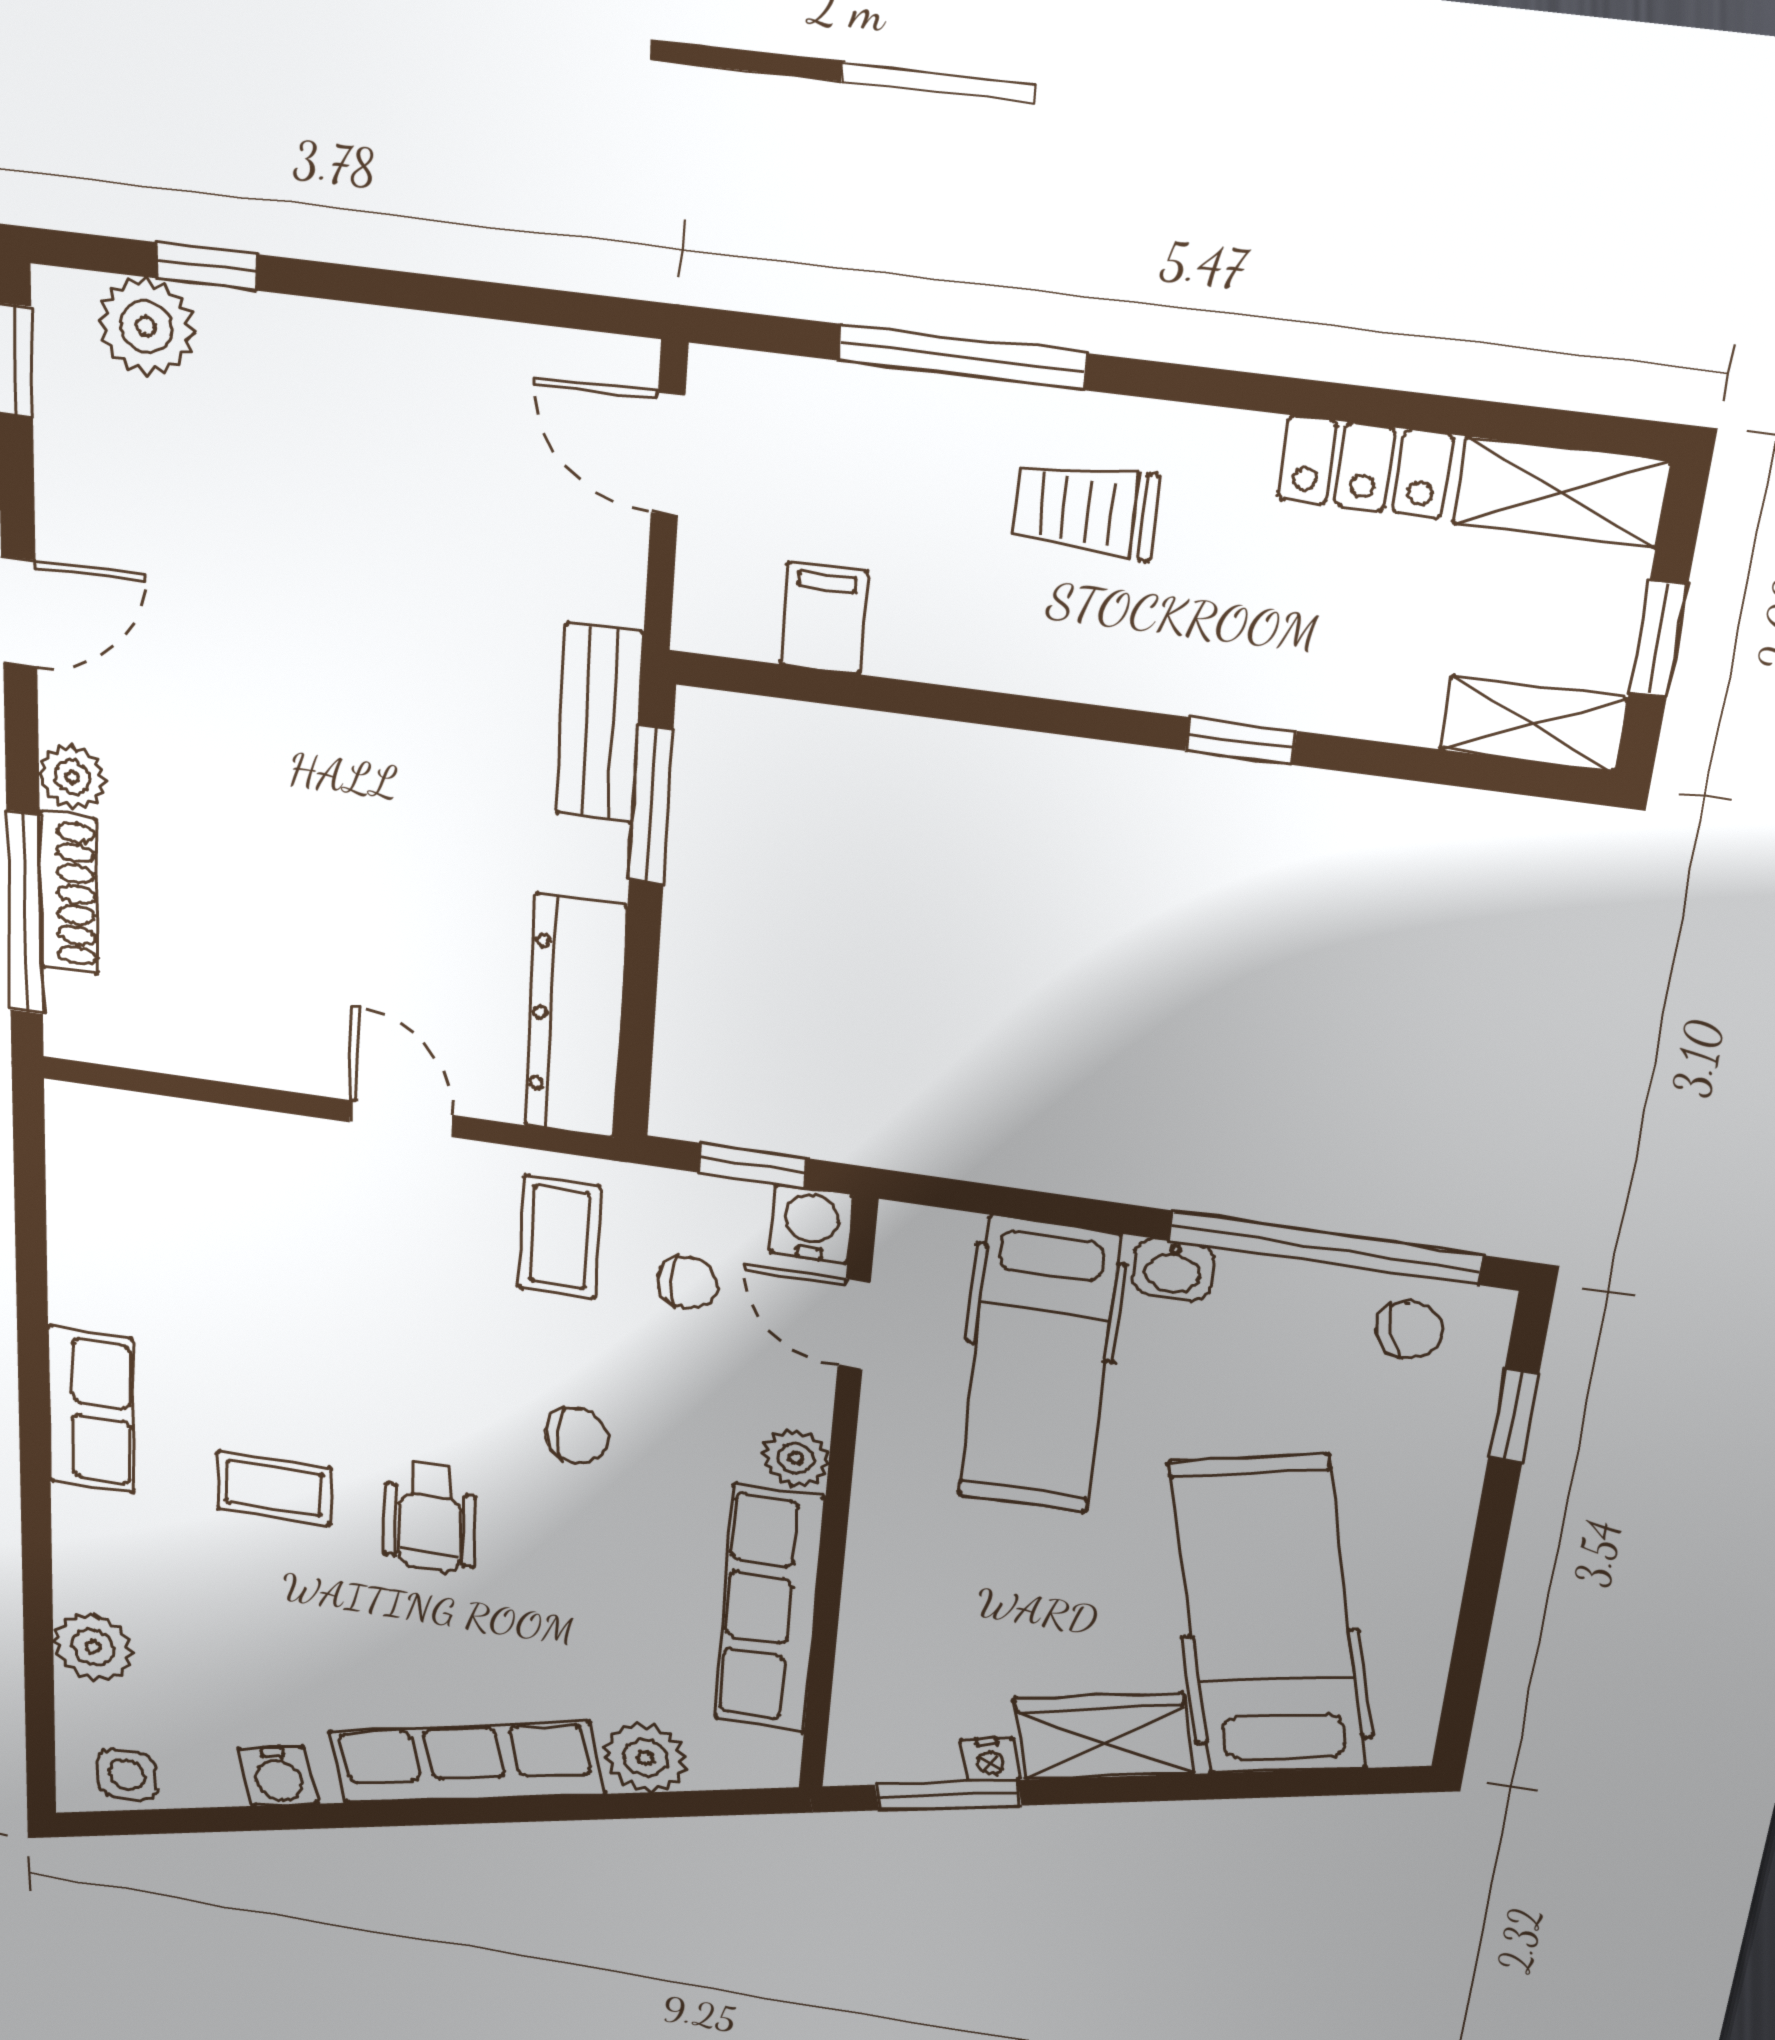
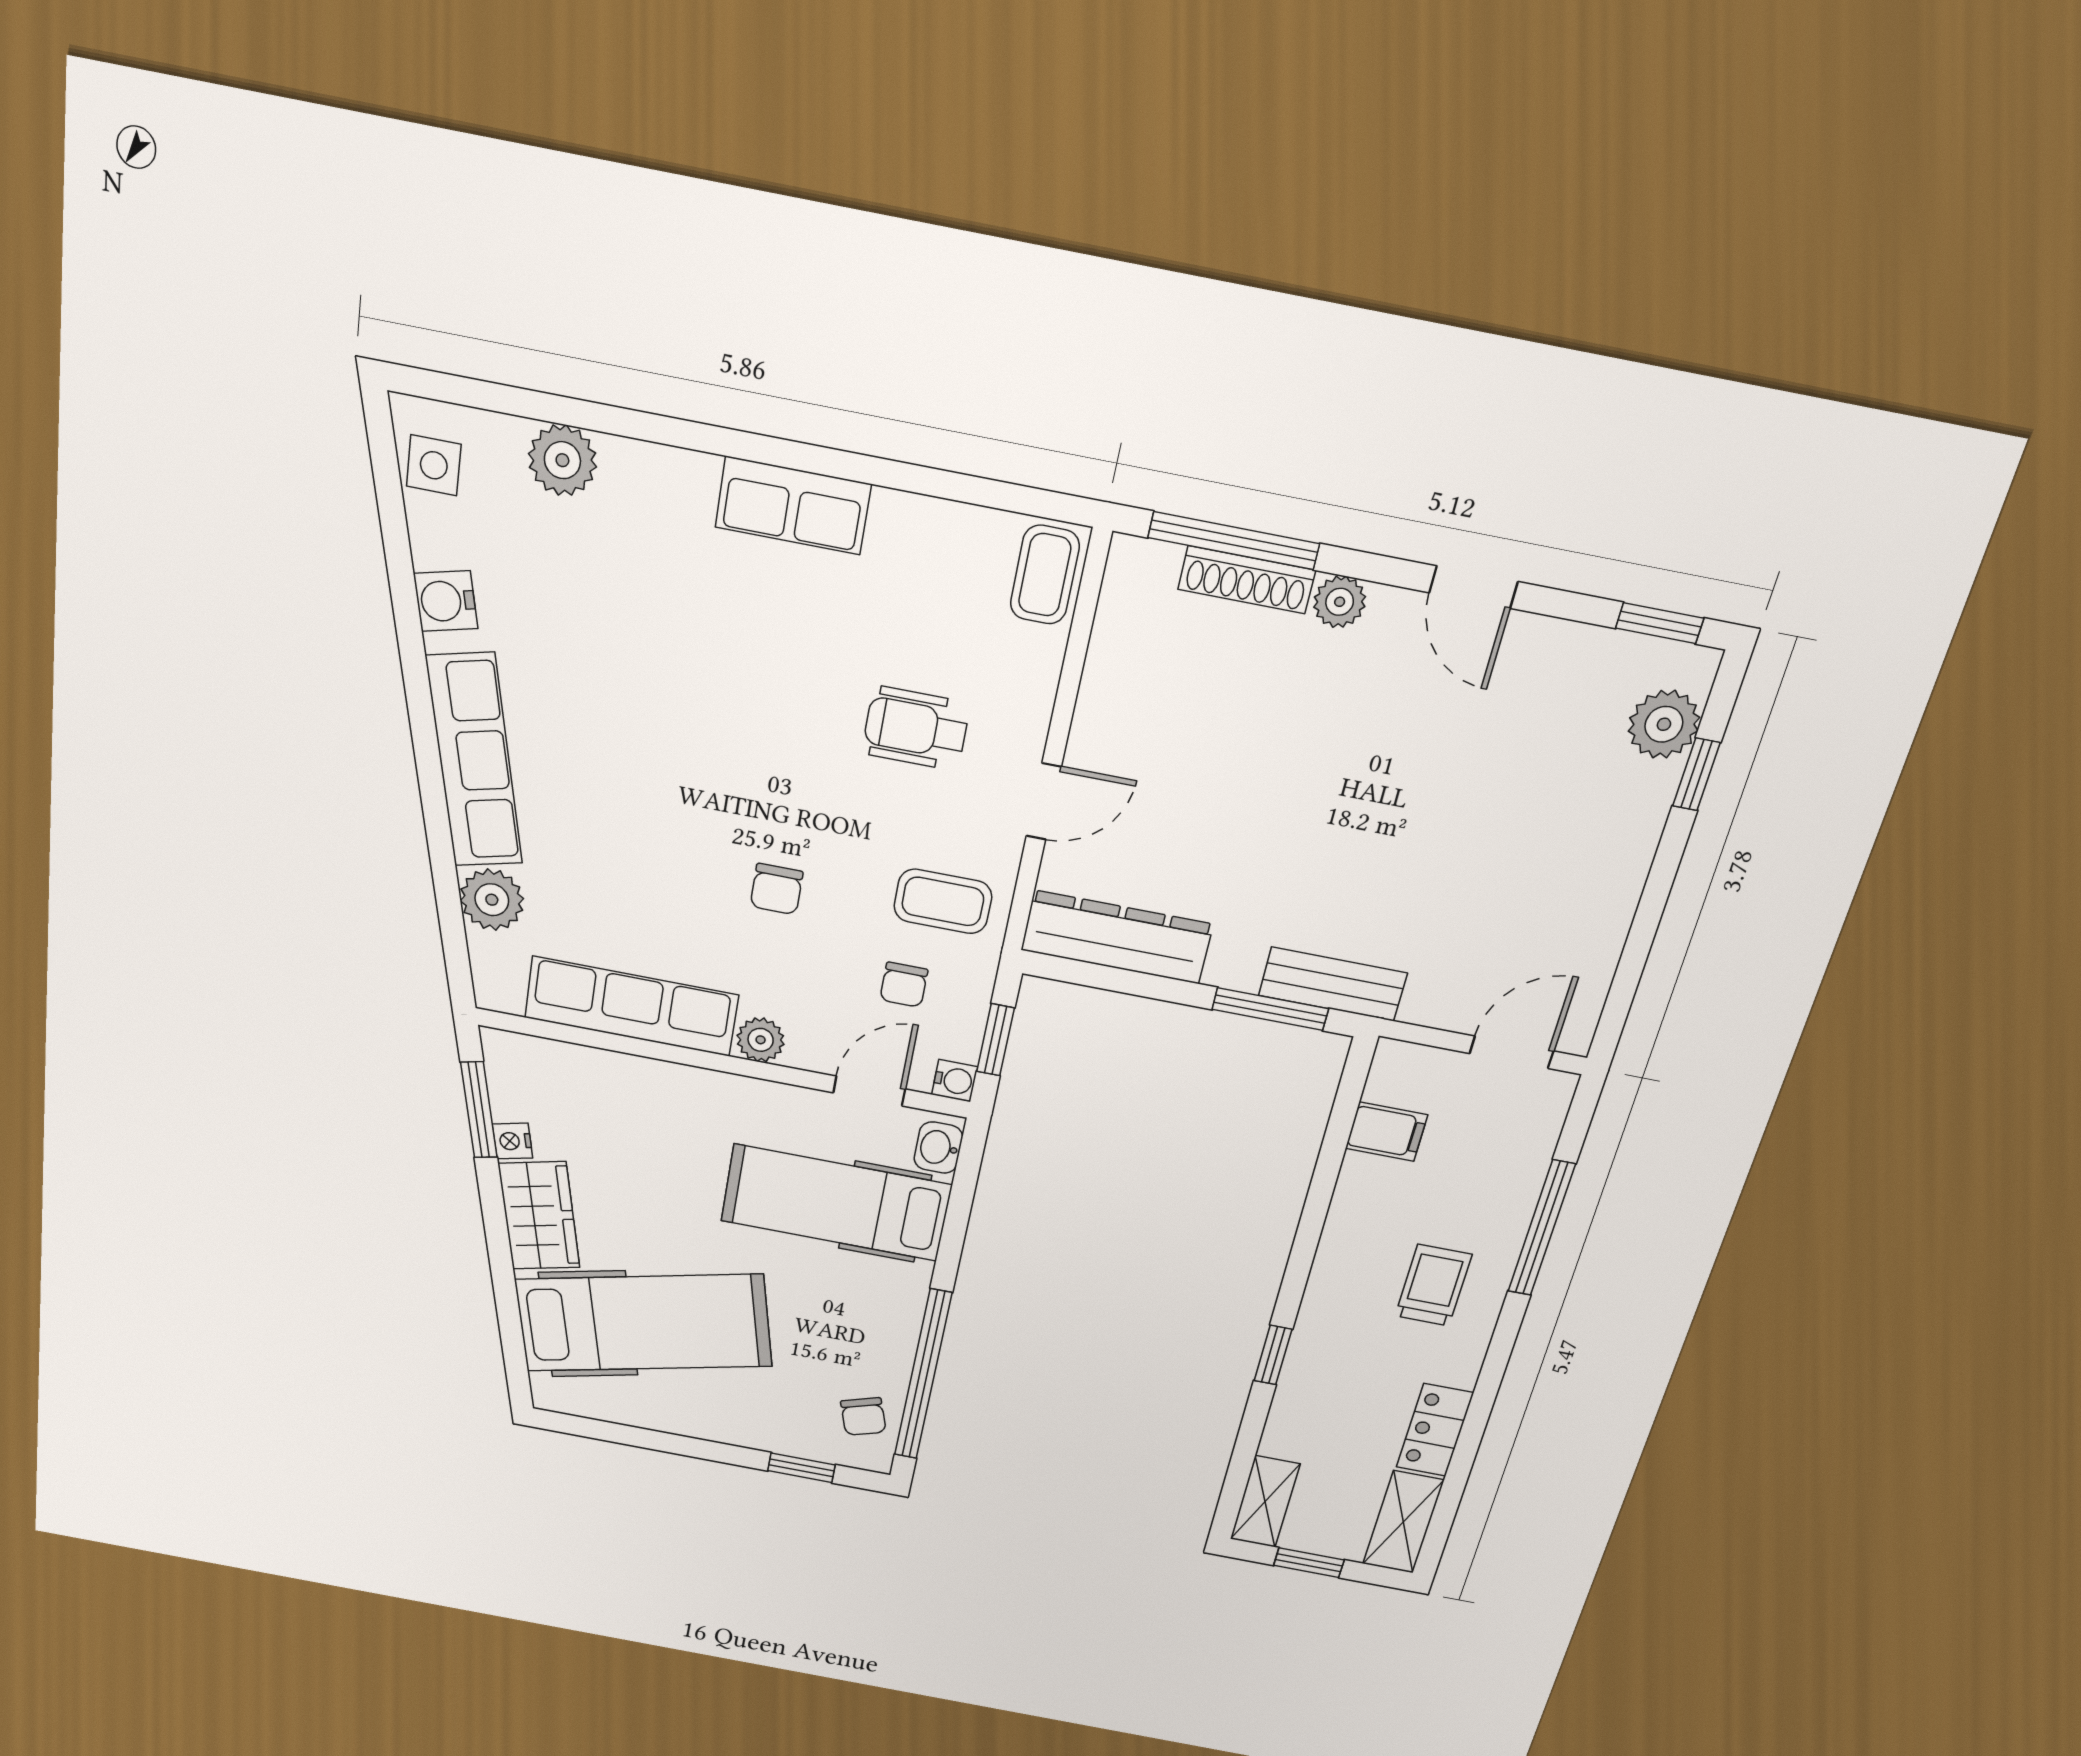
water cooler: (811, 1224) -> (955, 1081), width x0.72, depth x0.72
washbasin: (1173, 1270) -> (938, 1148), moved
coffee table: (274, 1488) -> (1045, 575), moved
wheelchair: (430, 1517) -> (916, 728), moved

